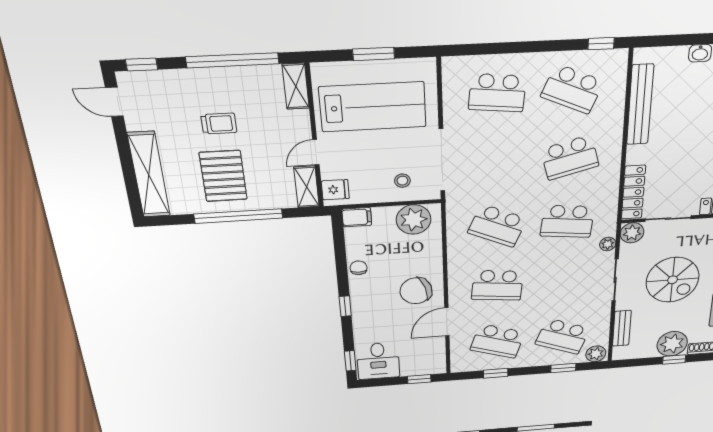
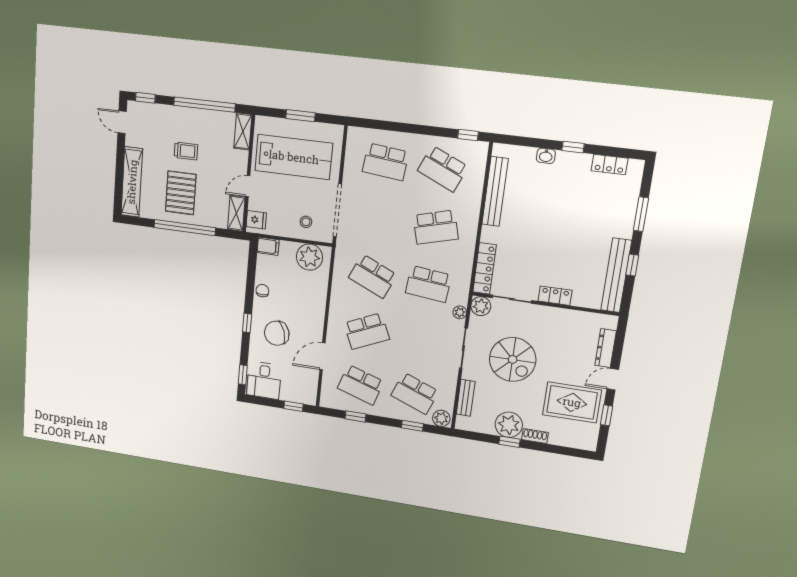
school desk: (497, 285) -> (367, 331), turned -30
chair: (416, 291) -> (277, 333), moved

